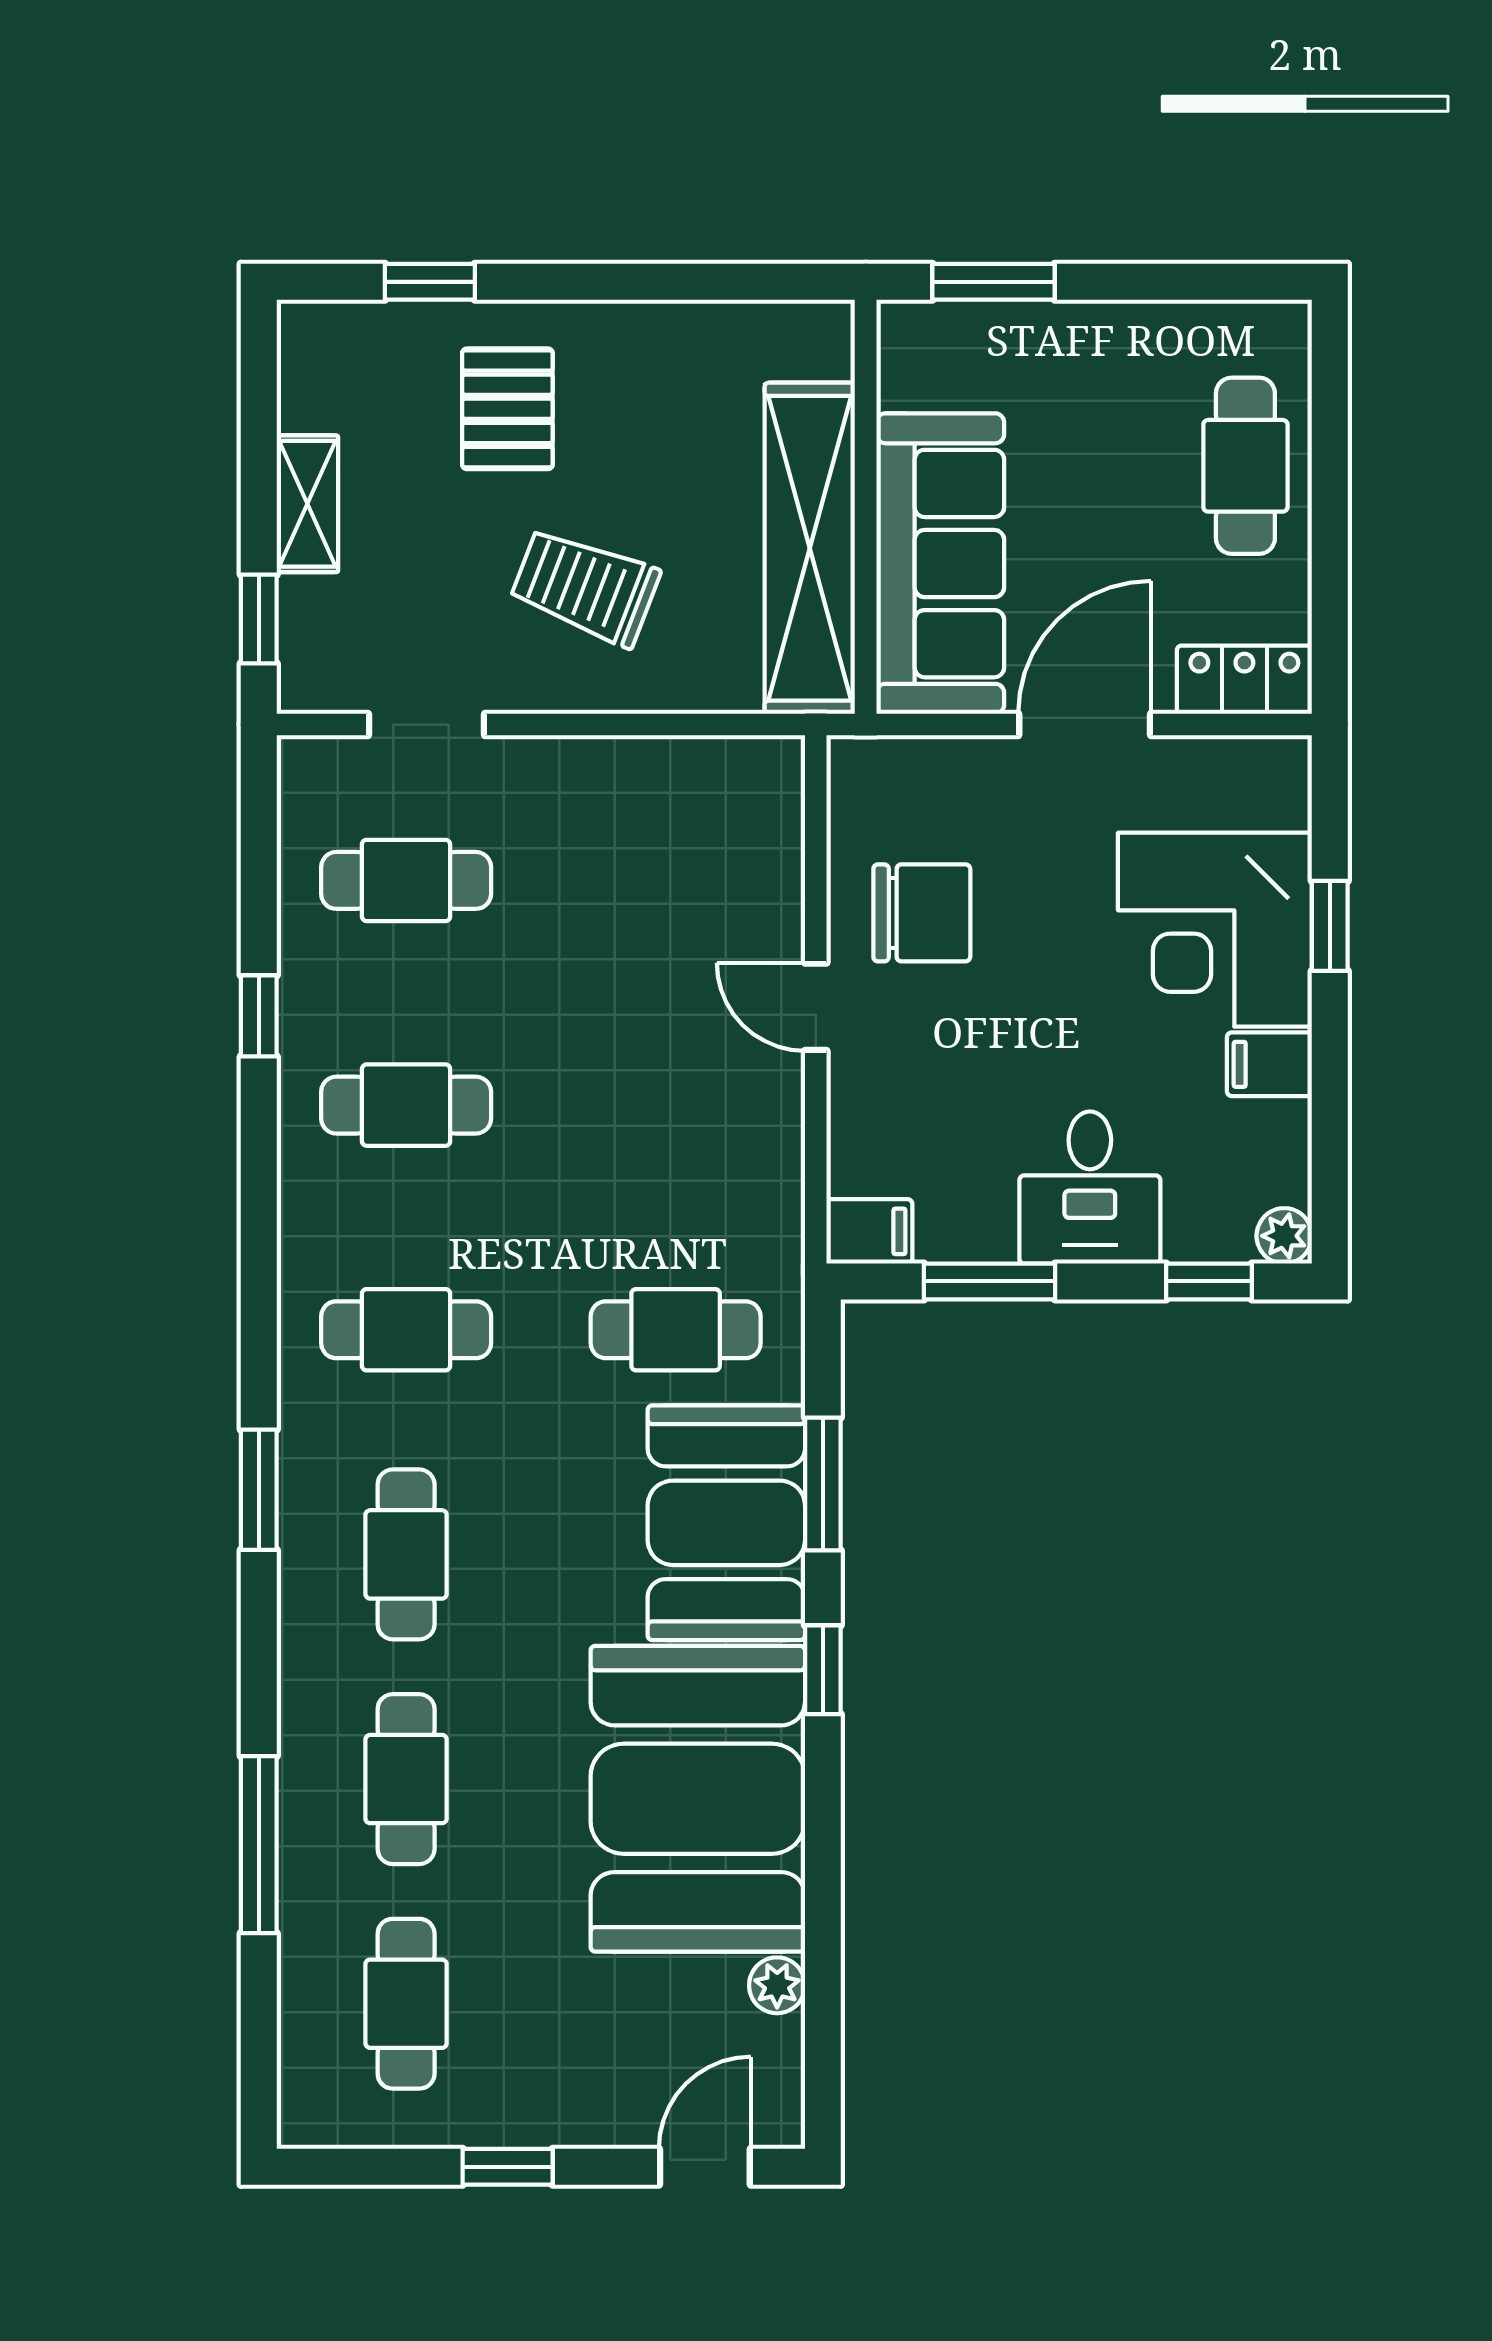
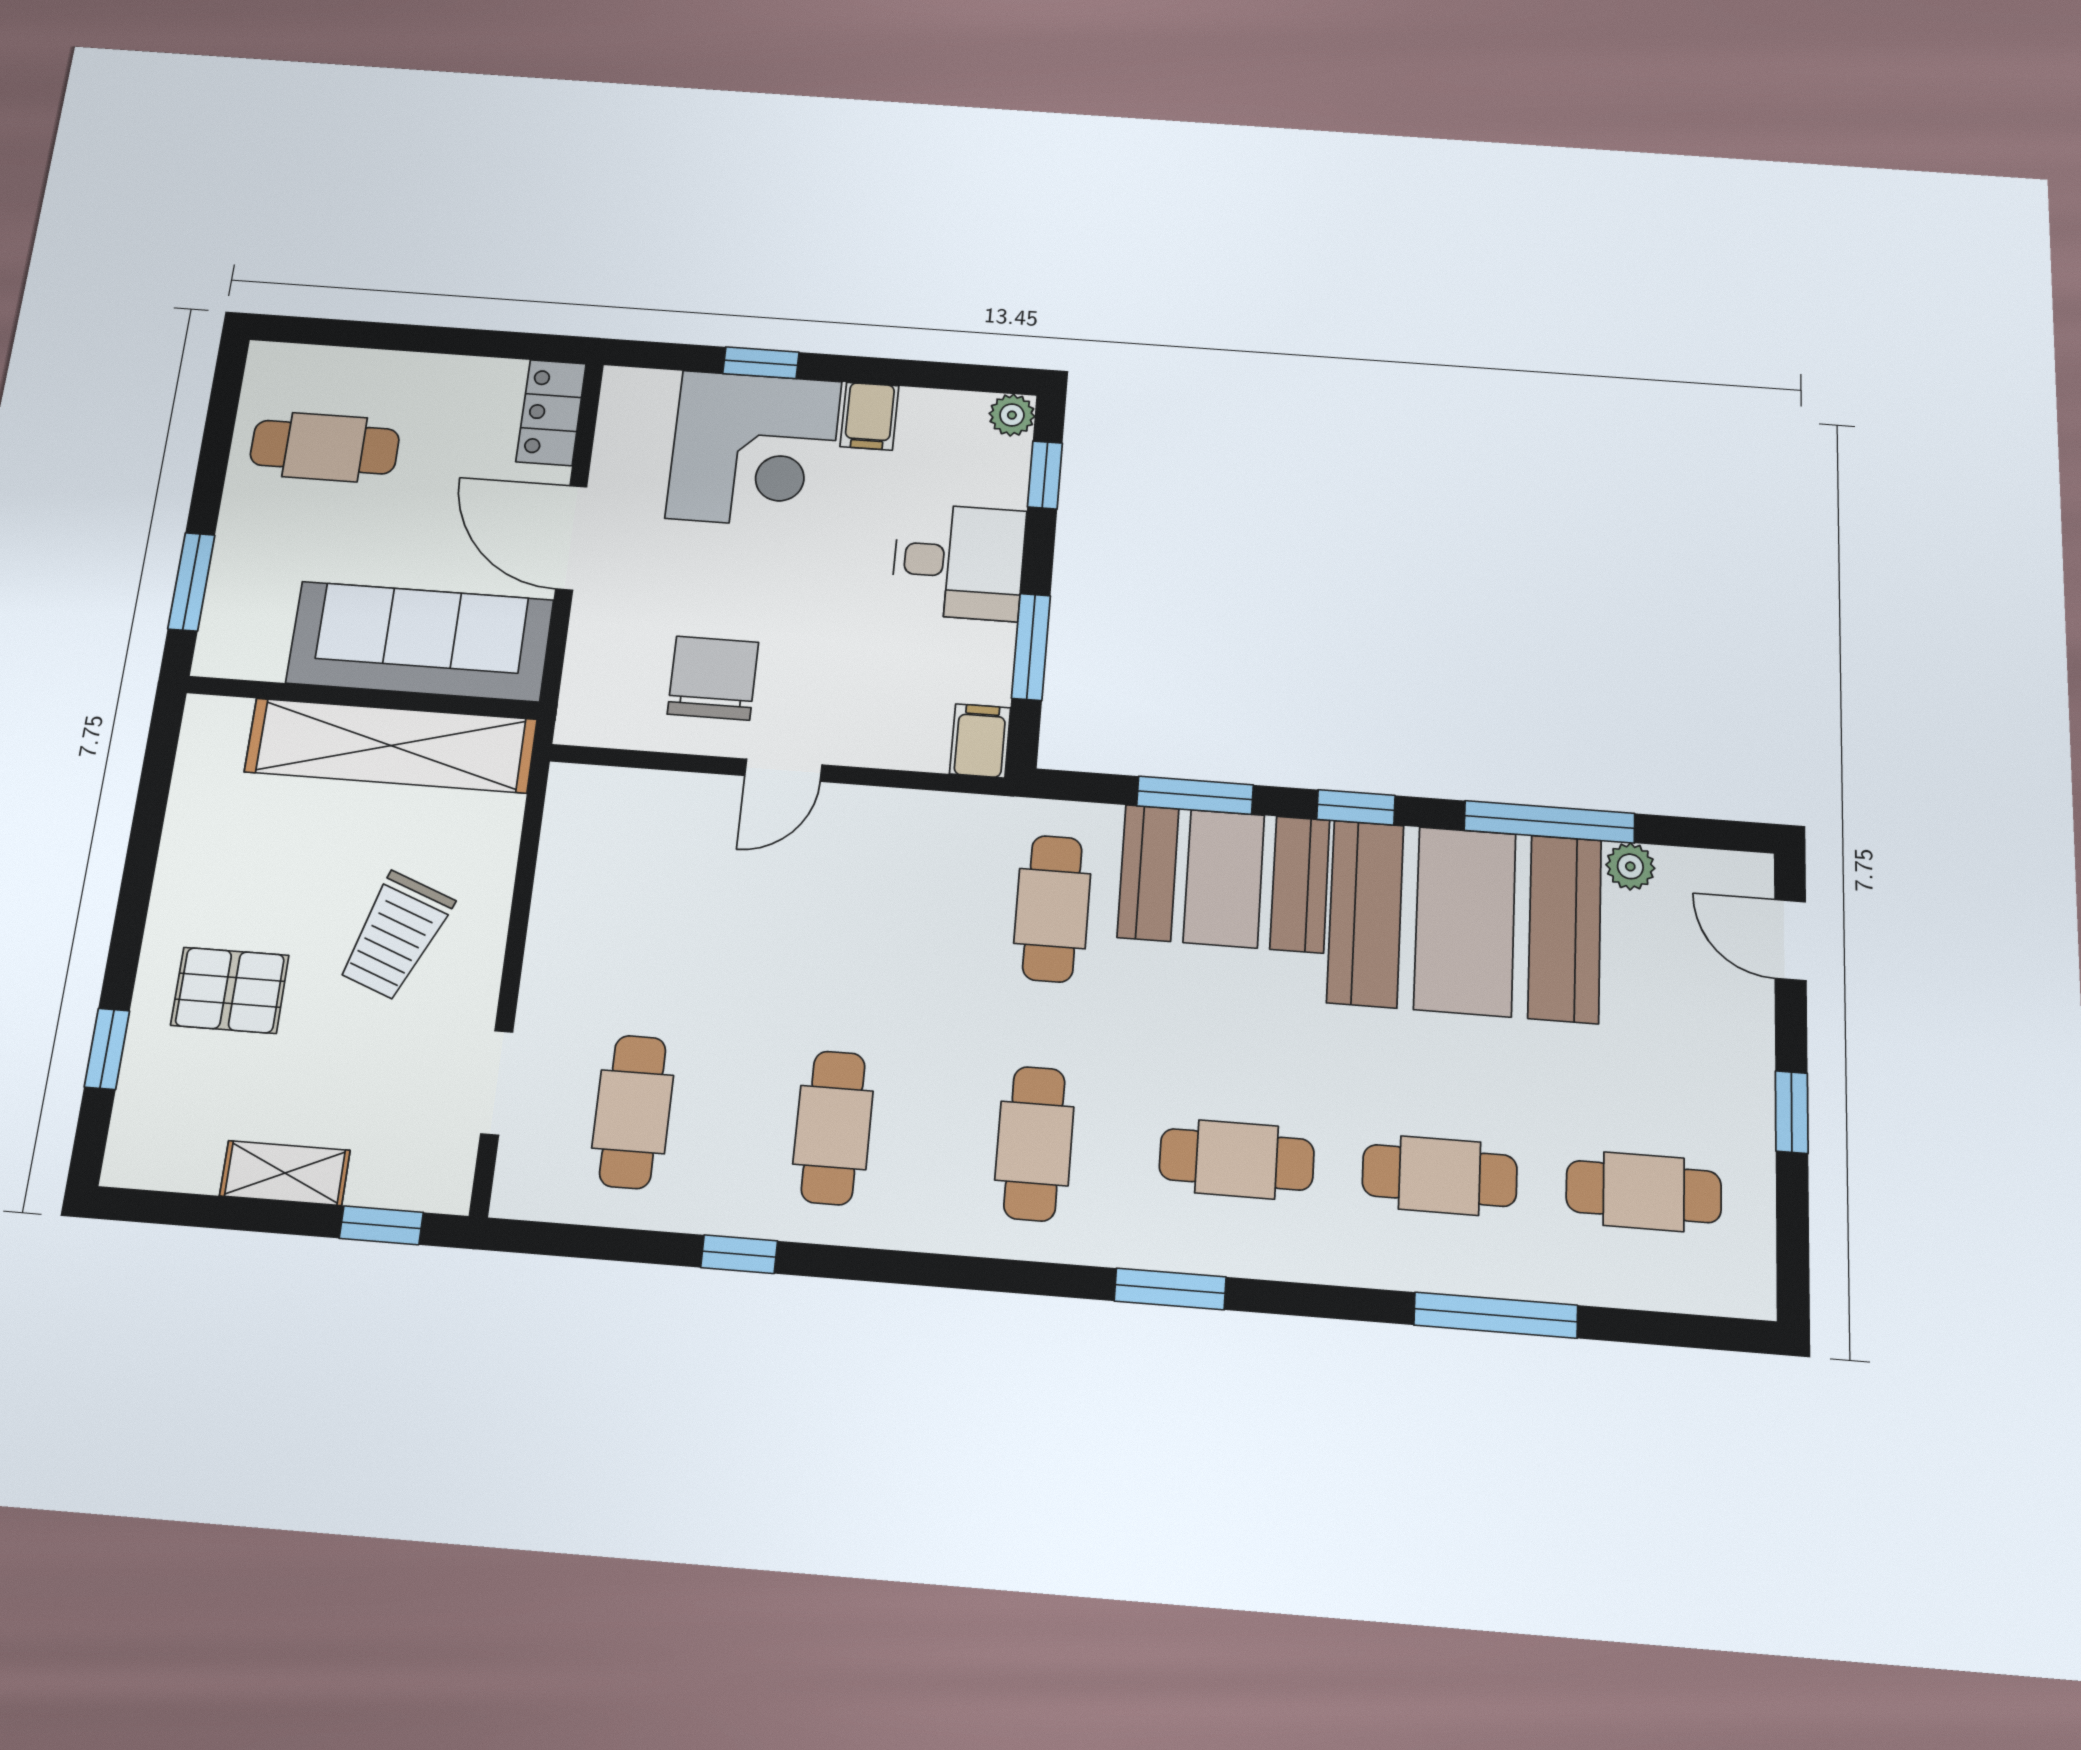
cafe table: (1245, 466) -> (325, 447), moved
window: (823, 1892) -> (1549, 822), added

